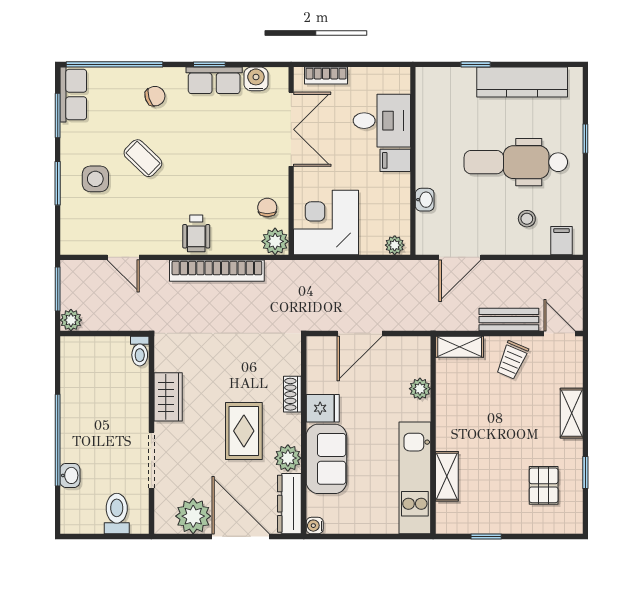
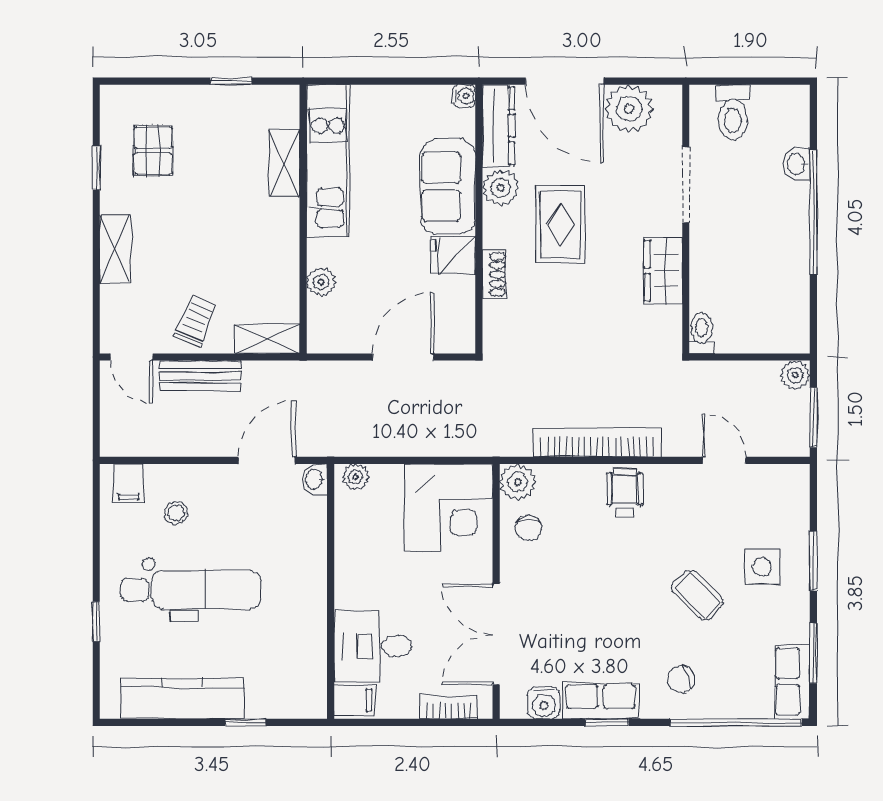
filing cabinet: (395, 160) -> (355, 700), moved
washbasin: (425, 200) -> (315, 479), moved

